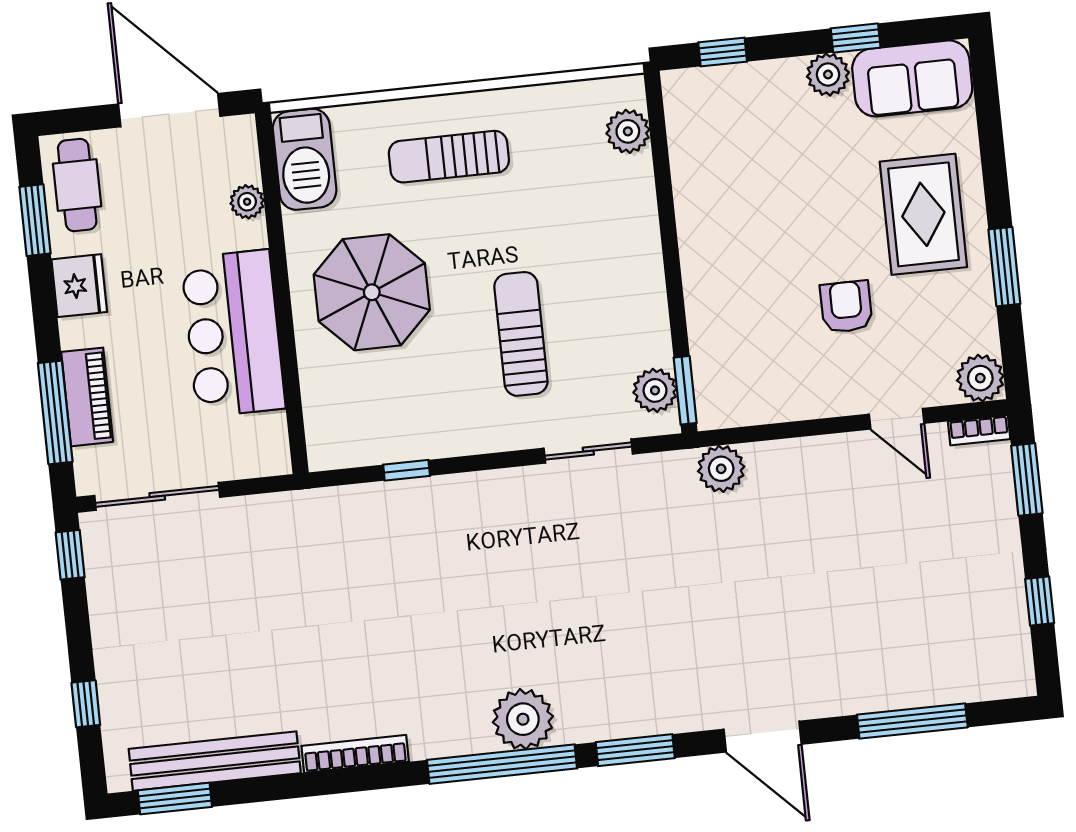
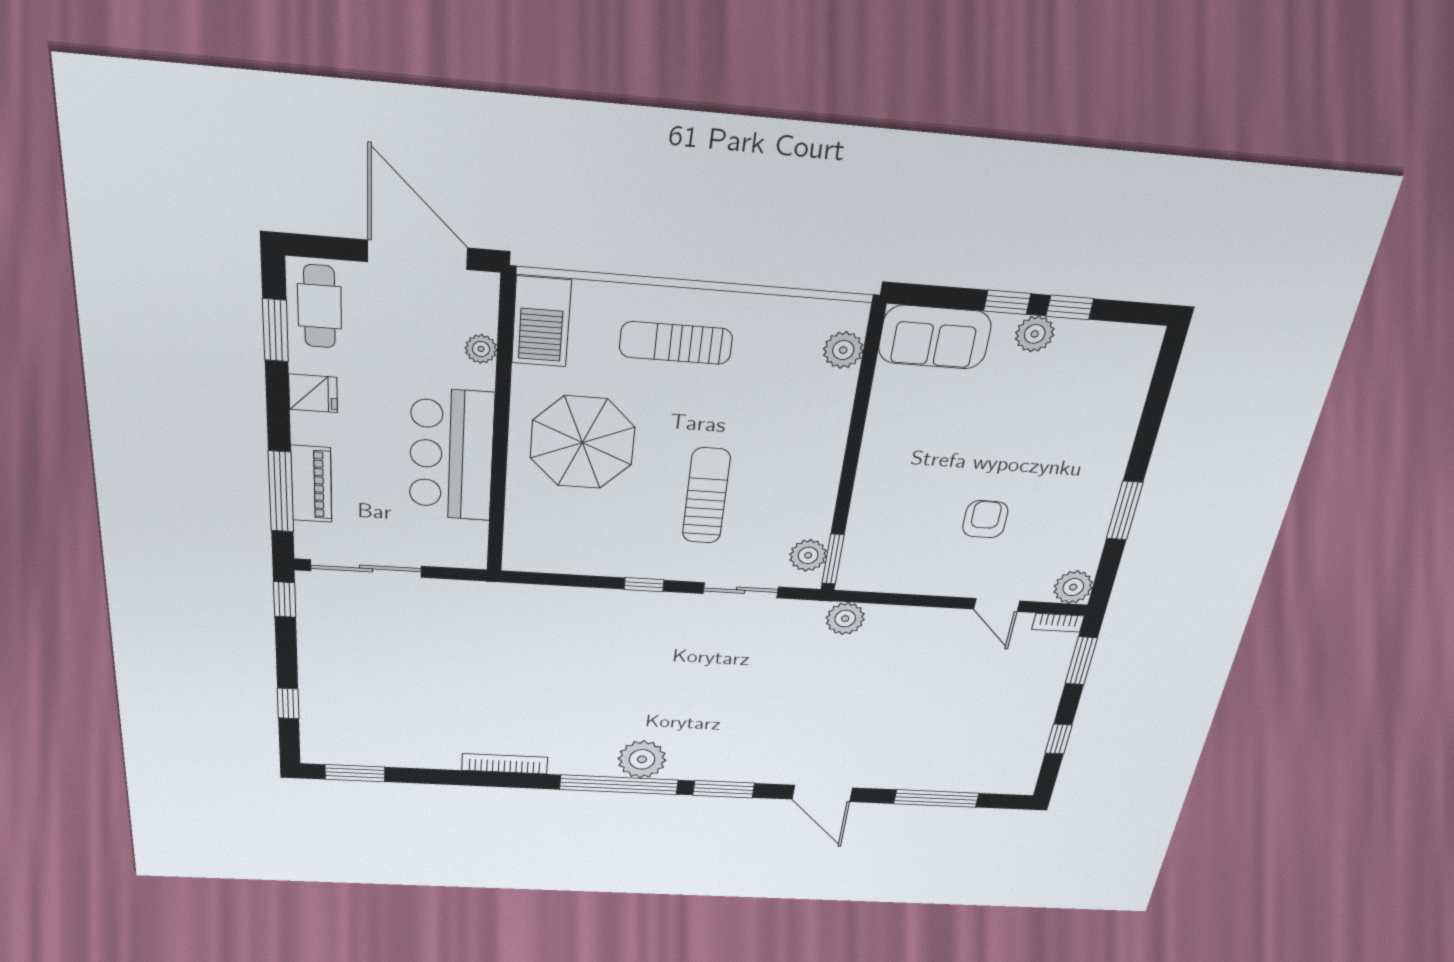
window: (723, 52) -> (1007, 302), moved
sofa: (912, 78) -> (935, 337), moved
rug: (923, 214) -> (1074, 460), removed
fridge: (79, 286) -> (313, 393), width x0.72
window: (407, 470) -> (644, 585), moved
bench: (215, 761) -> (391, 754), removed

